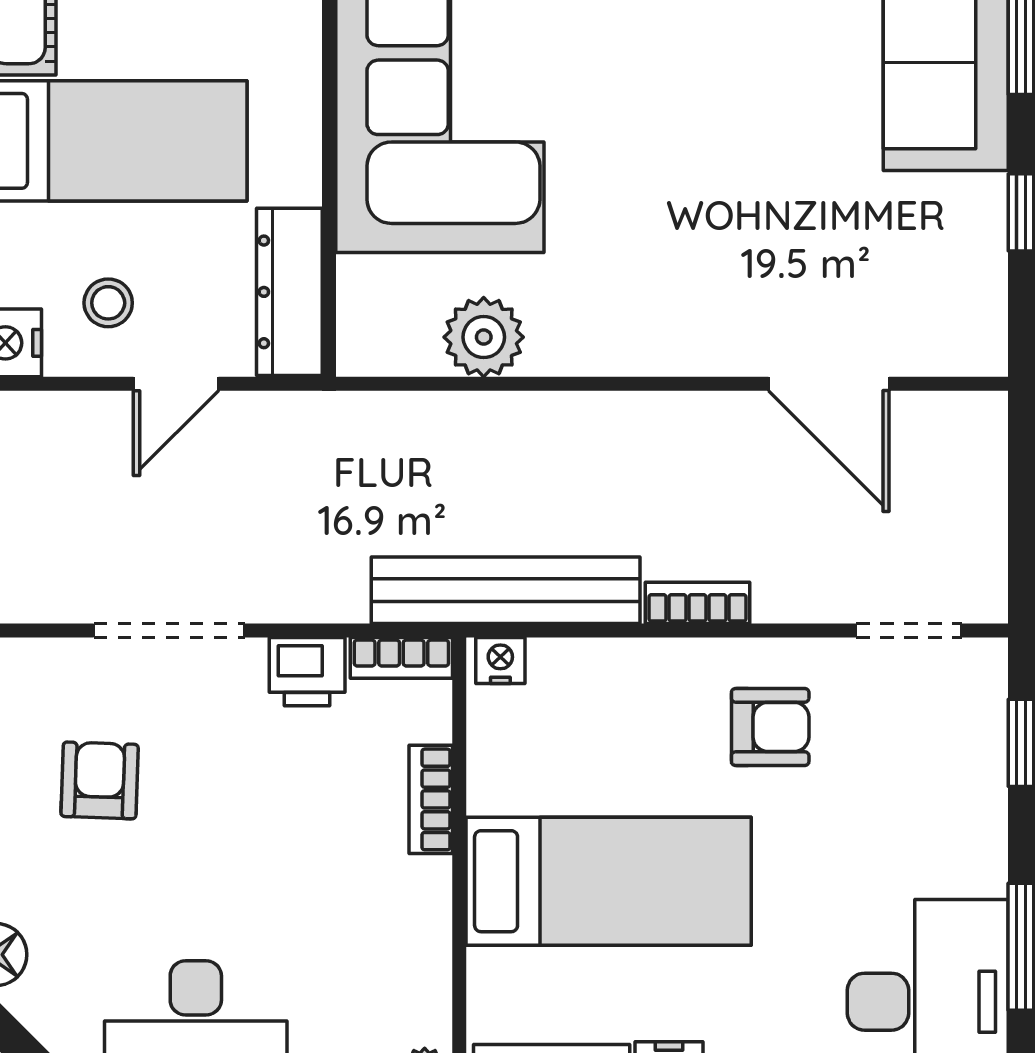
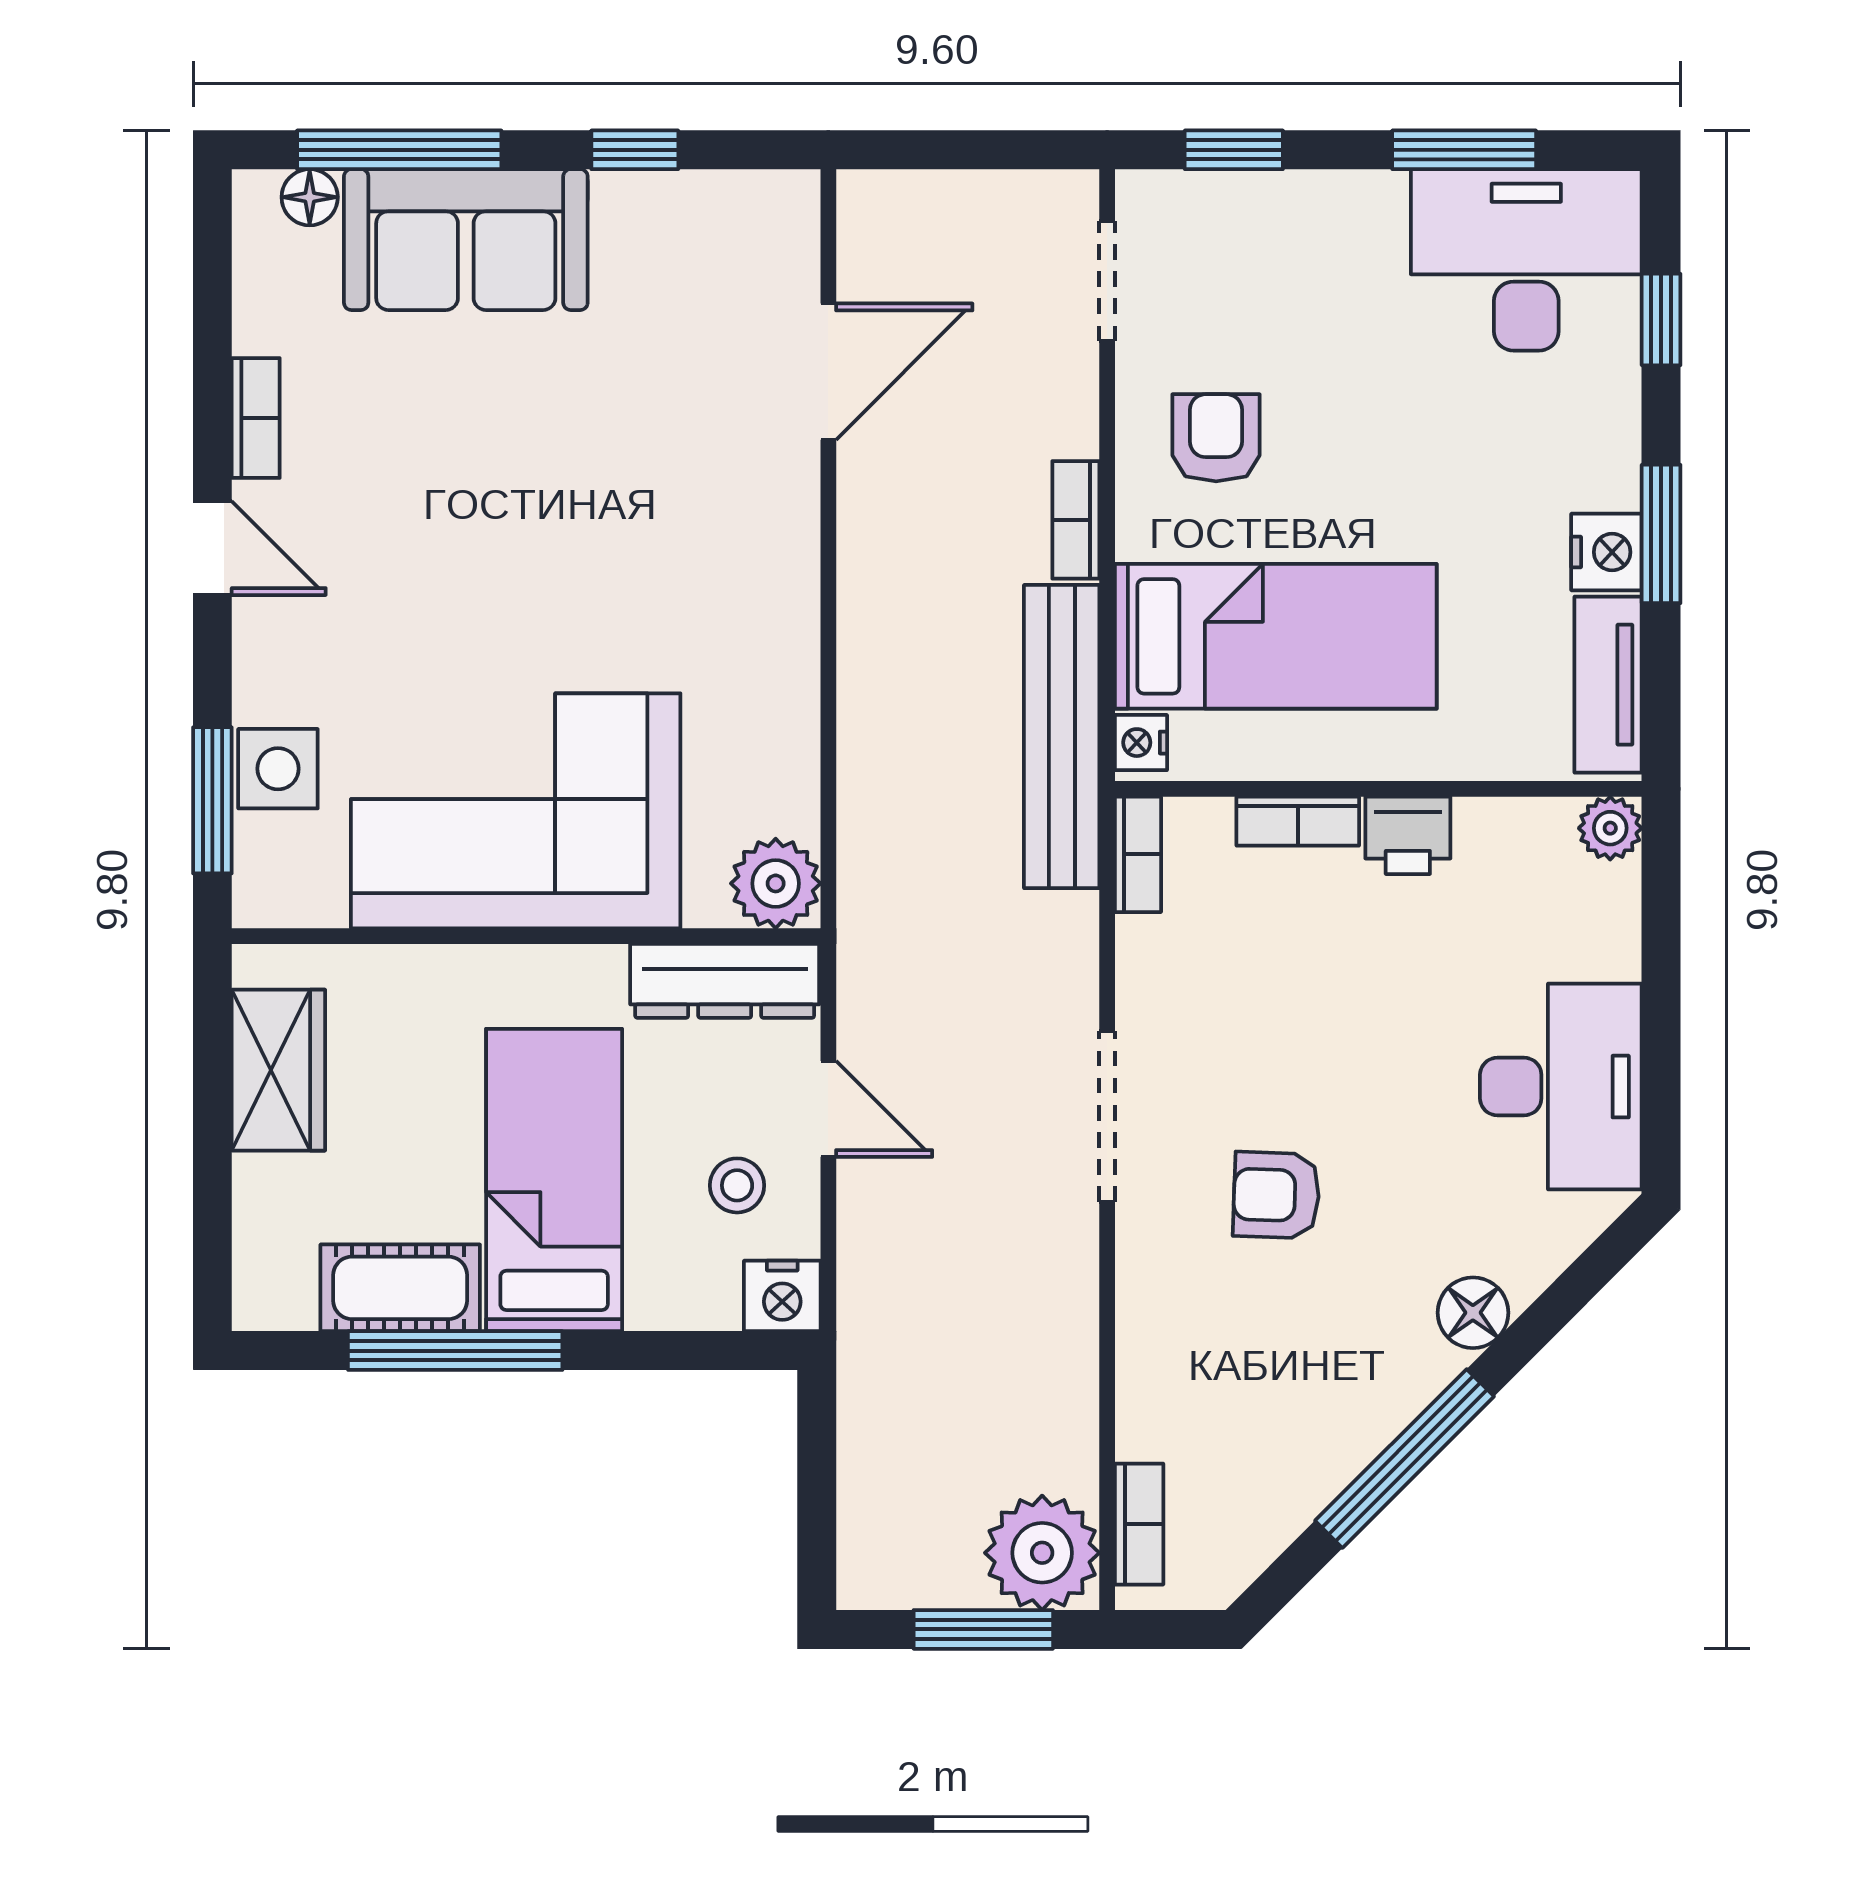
plant: (484, 337) -> (776, 883), moved
printer: (307, 672) -> (1408, 835), moved, turned 90
bed: (609, 881) -> (1276, 636), moved, turned 90

